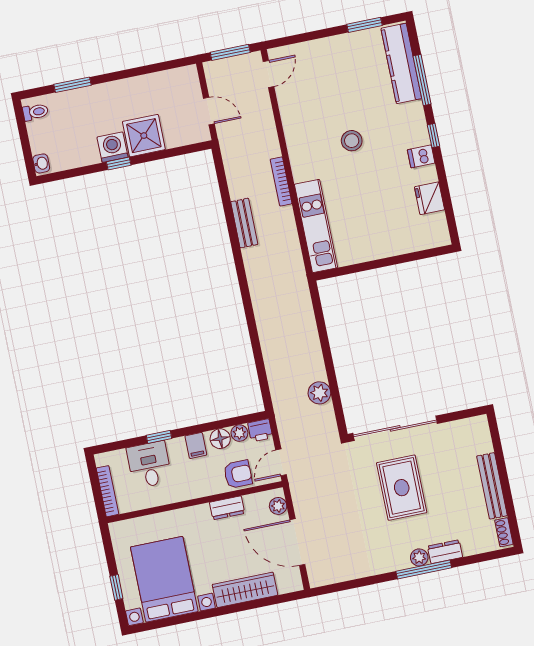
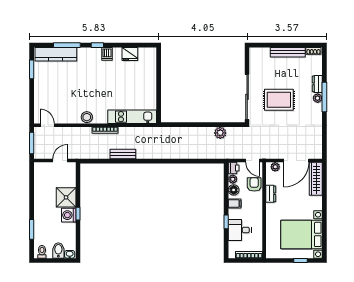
bidet: (44, 141) -> (58, 250), added
stool: (352, 141) -> (87, 117), moved
wardrobe: (245, 590) -> (316, 179), moved

